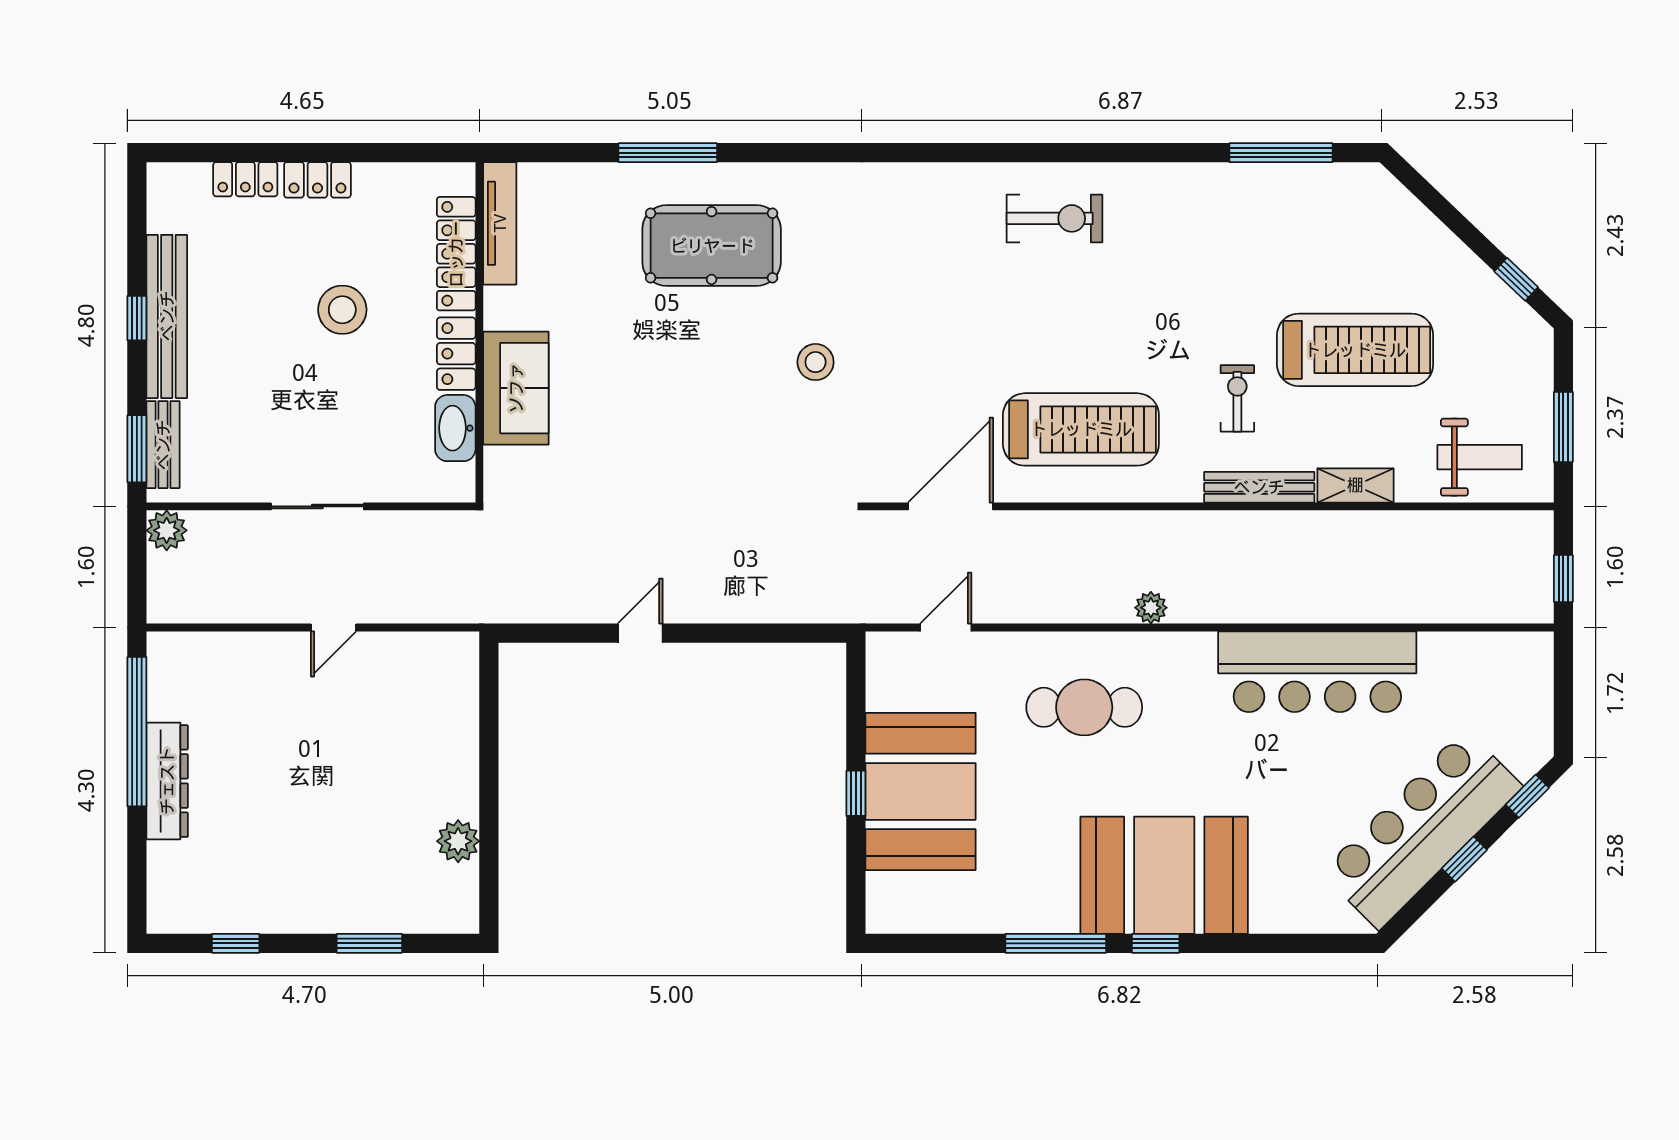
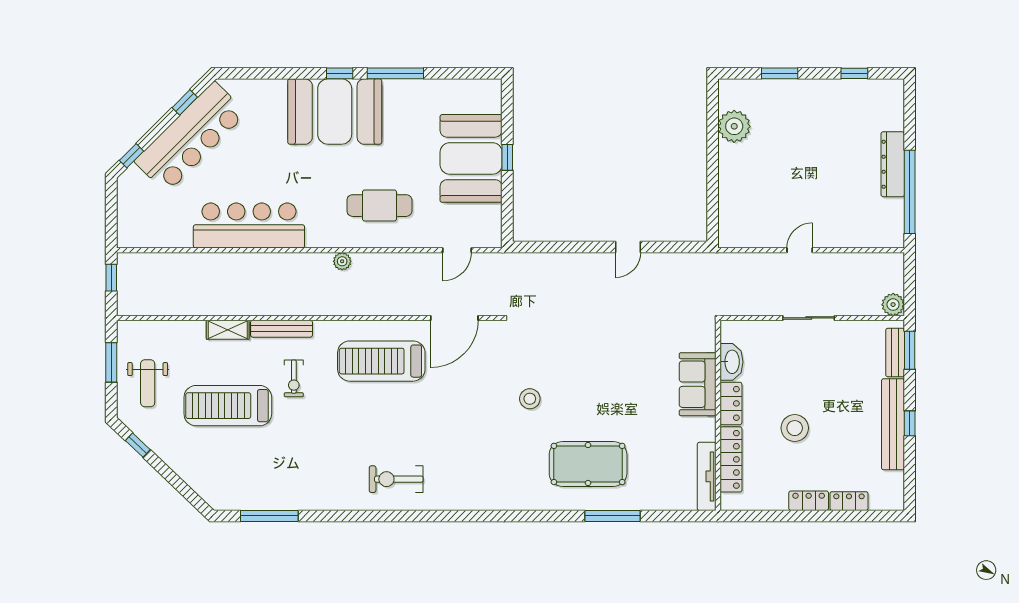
weight bench: (1480, 457) -> (148, 383), moved, turned -90
plant: (458, 841) -> (734, 126), width x1.36, depth x1.36
window: (1464, 859) -> (185, 102), moved

